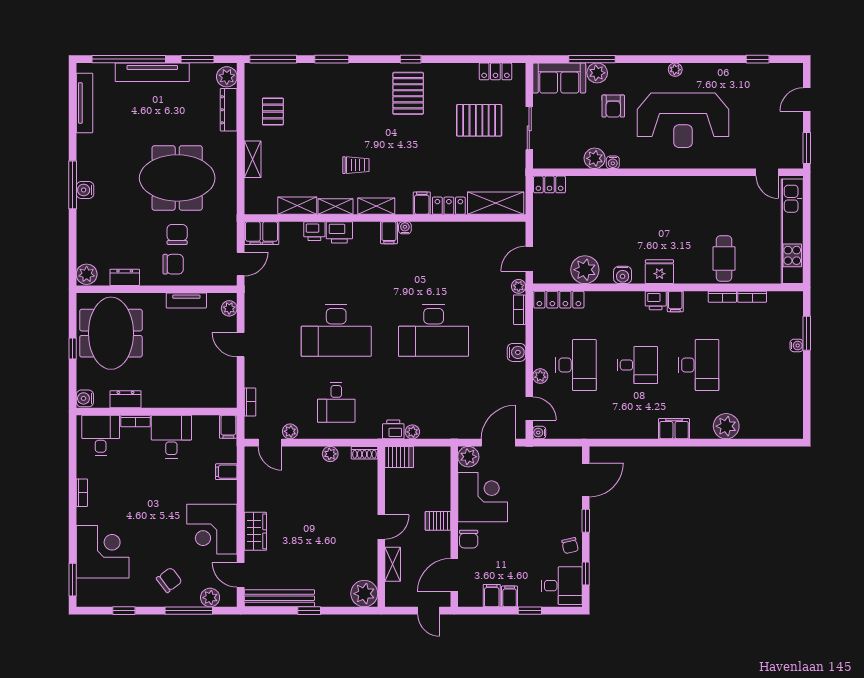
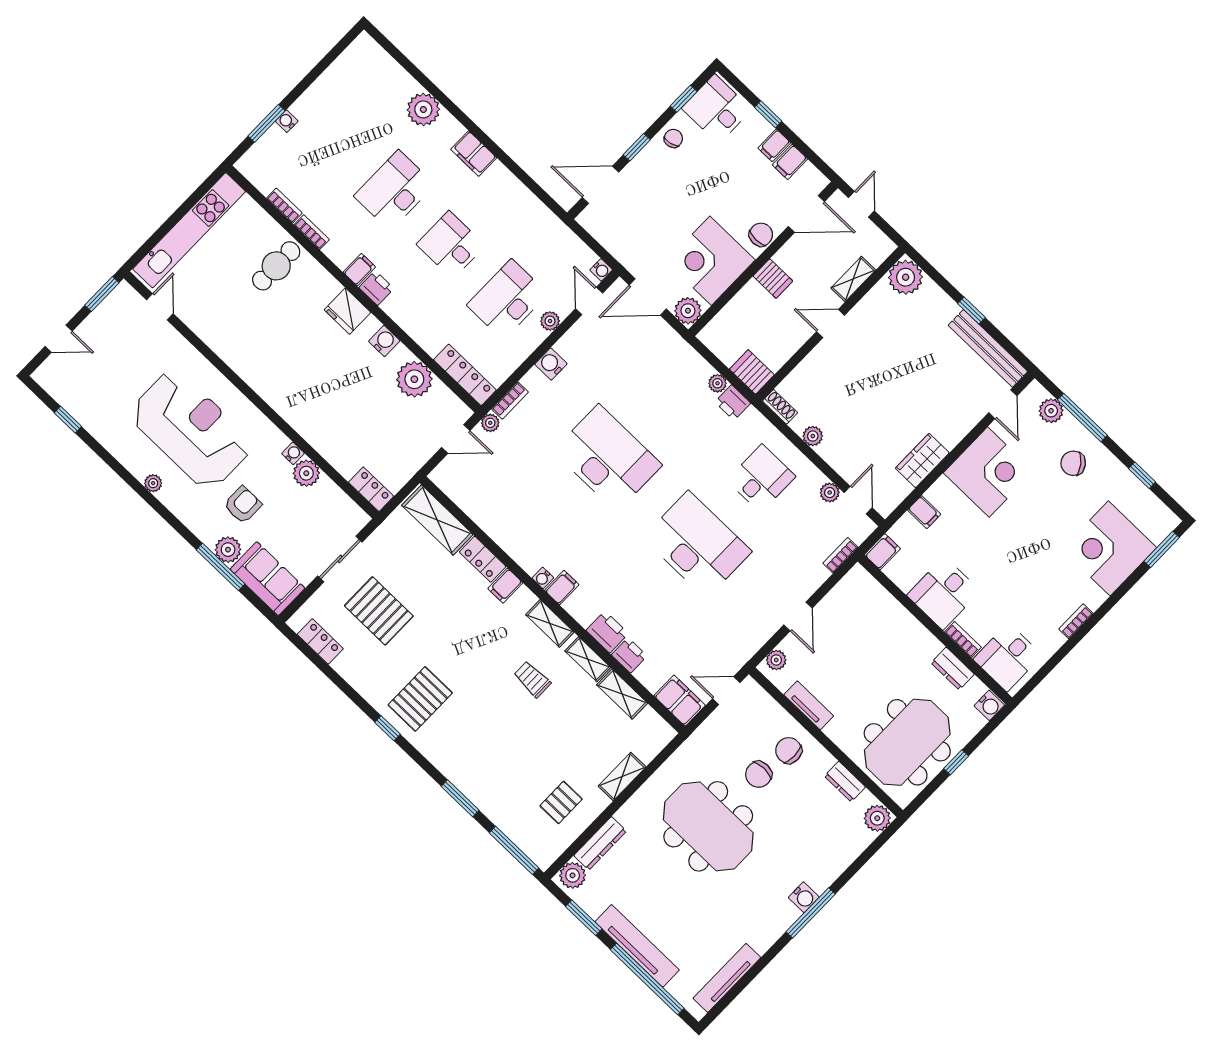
wardrobe: (255, 531) -> (922, 461), moved

